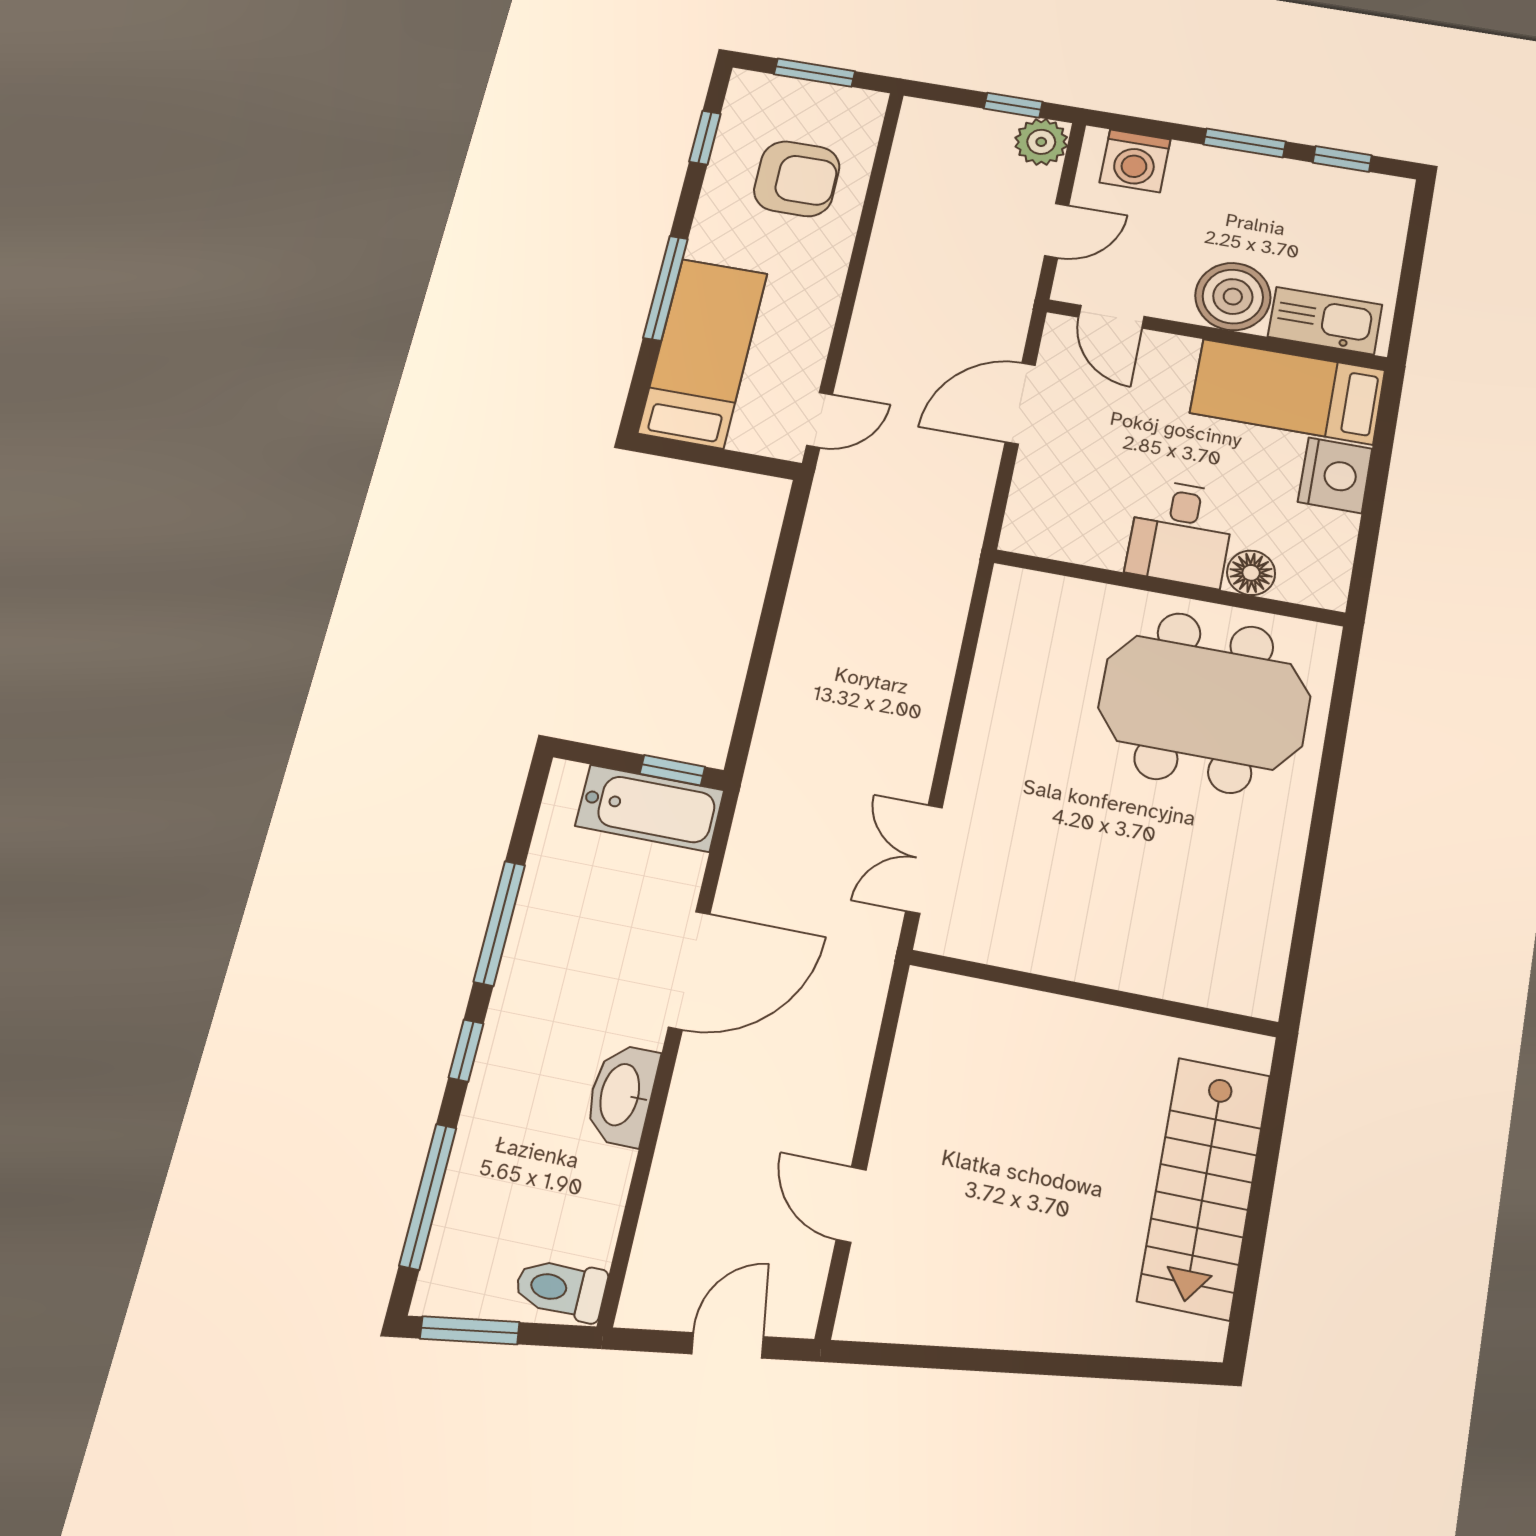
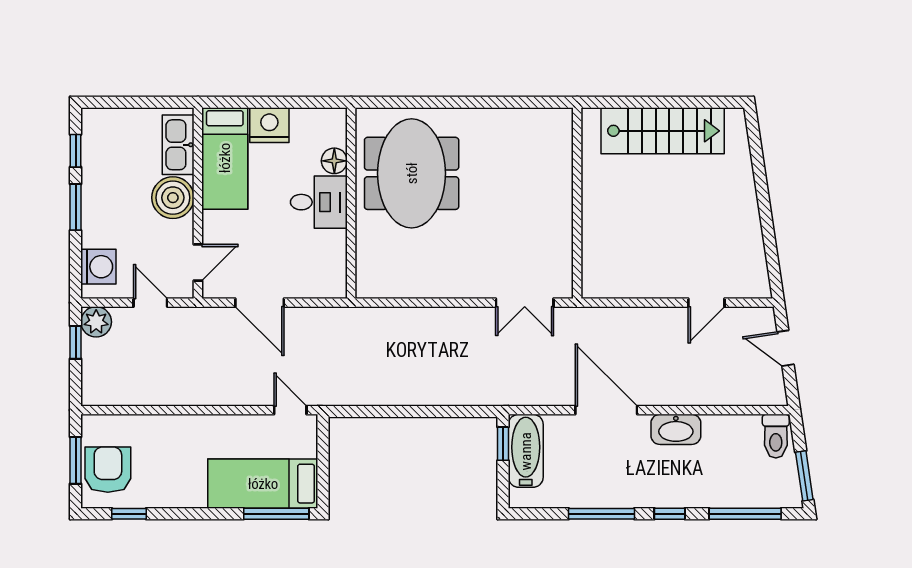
armchair: (797, 179) -> (108, 470), moved
window: (666, 288) -> (276, 514), moved

